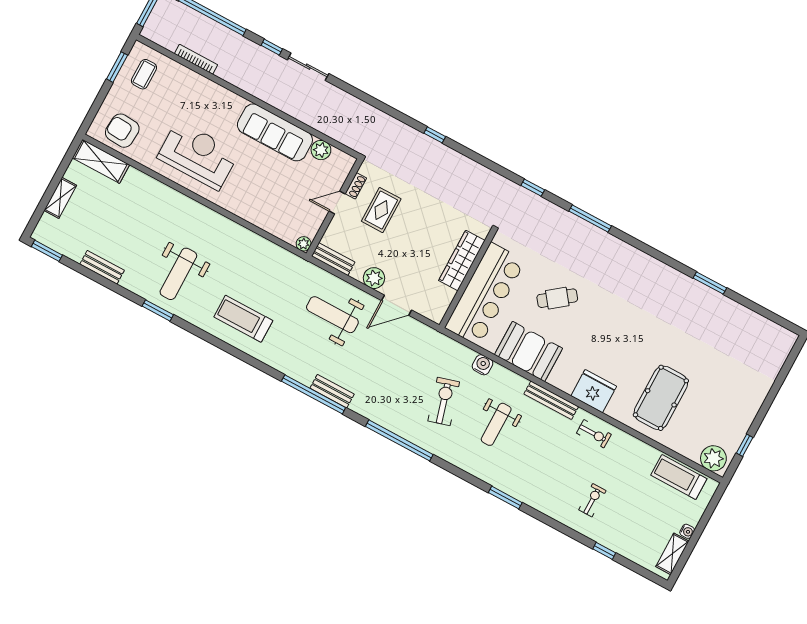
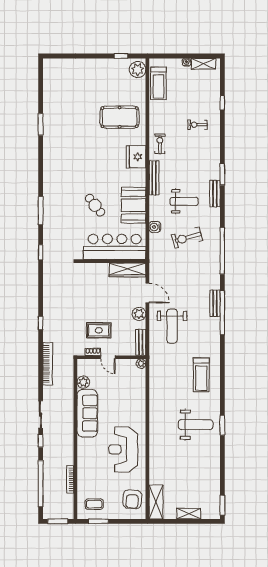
bookcase: (373, 114) -> (48, 364), added
wardrobe: (462, 261) -> (128, 270), moved
bench: (102, 267) -> (215, 194), moved

